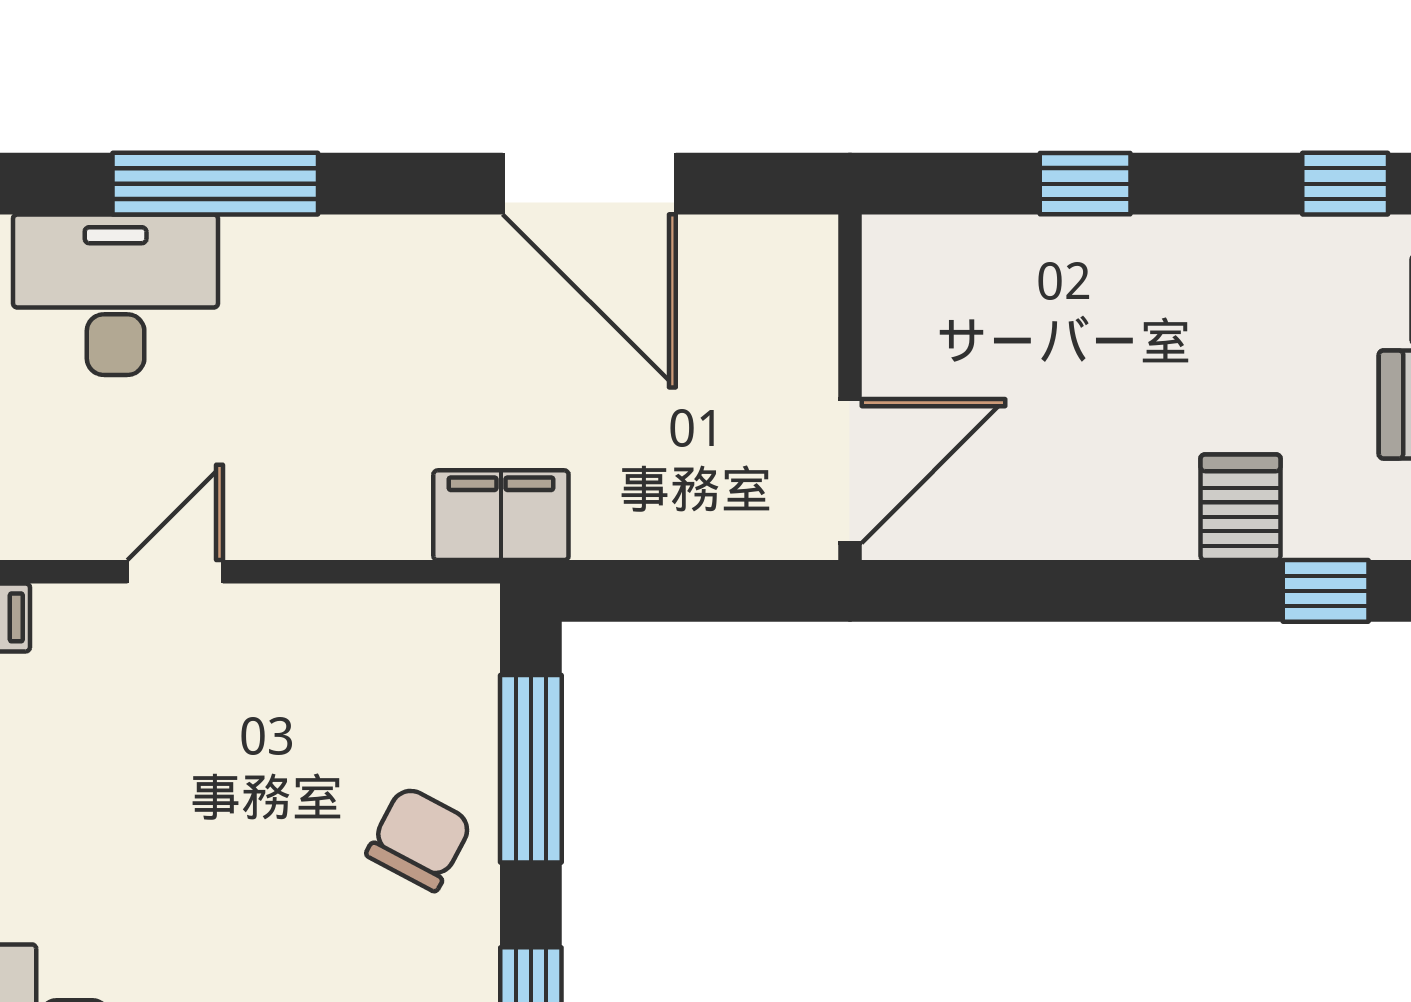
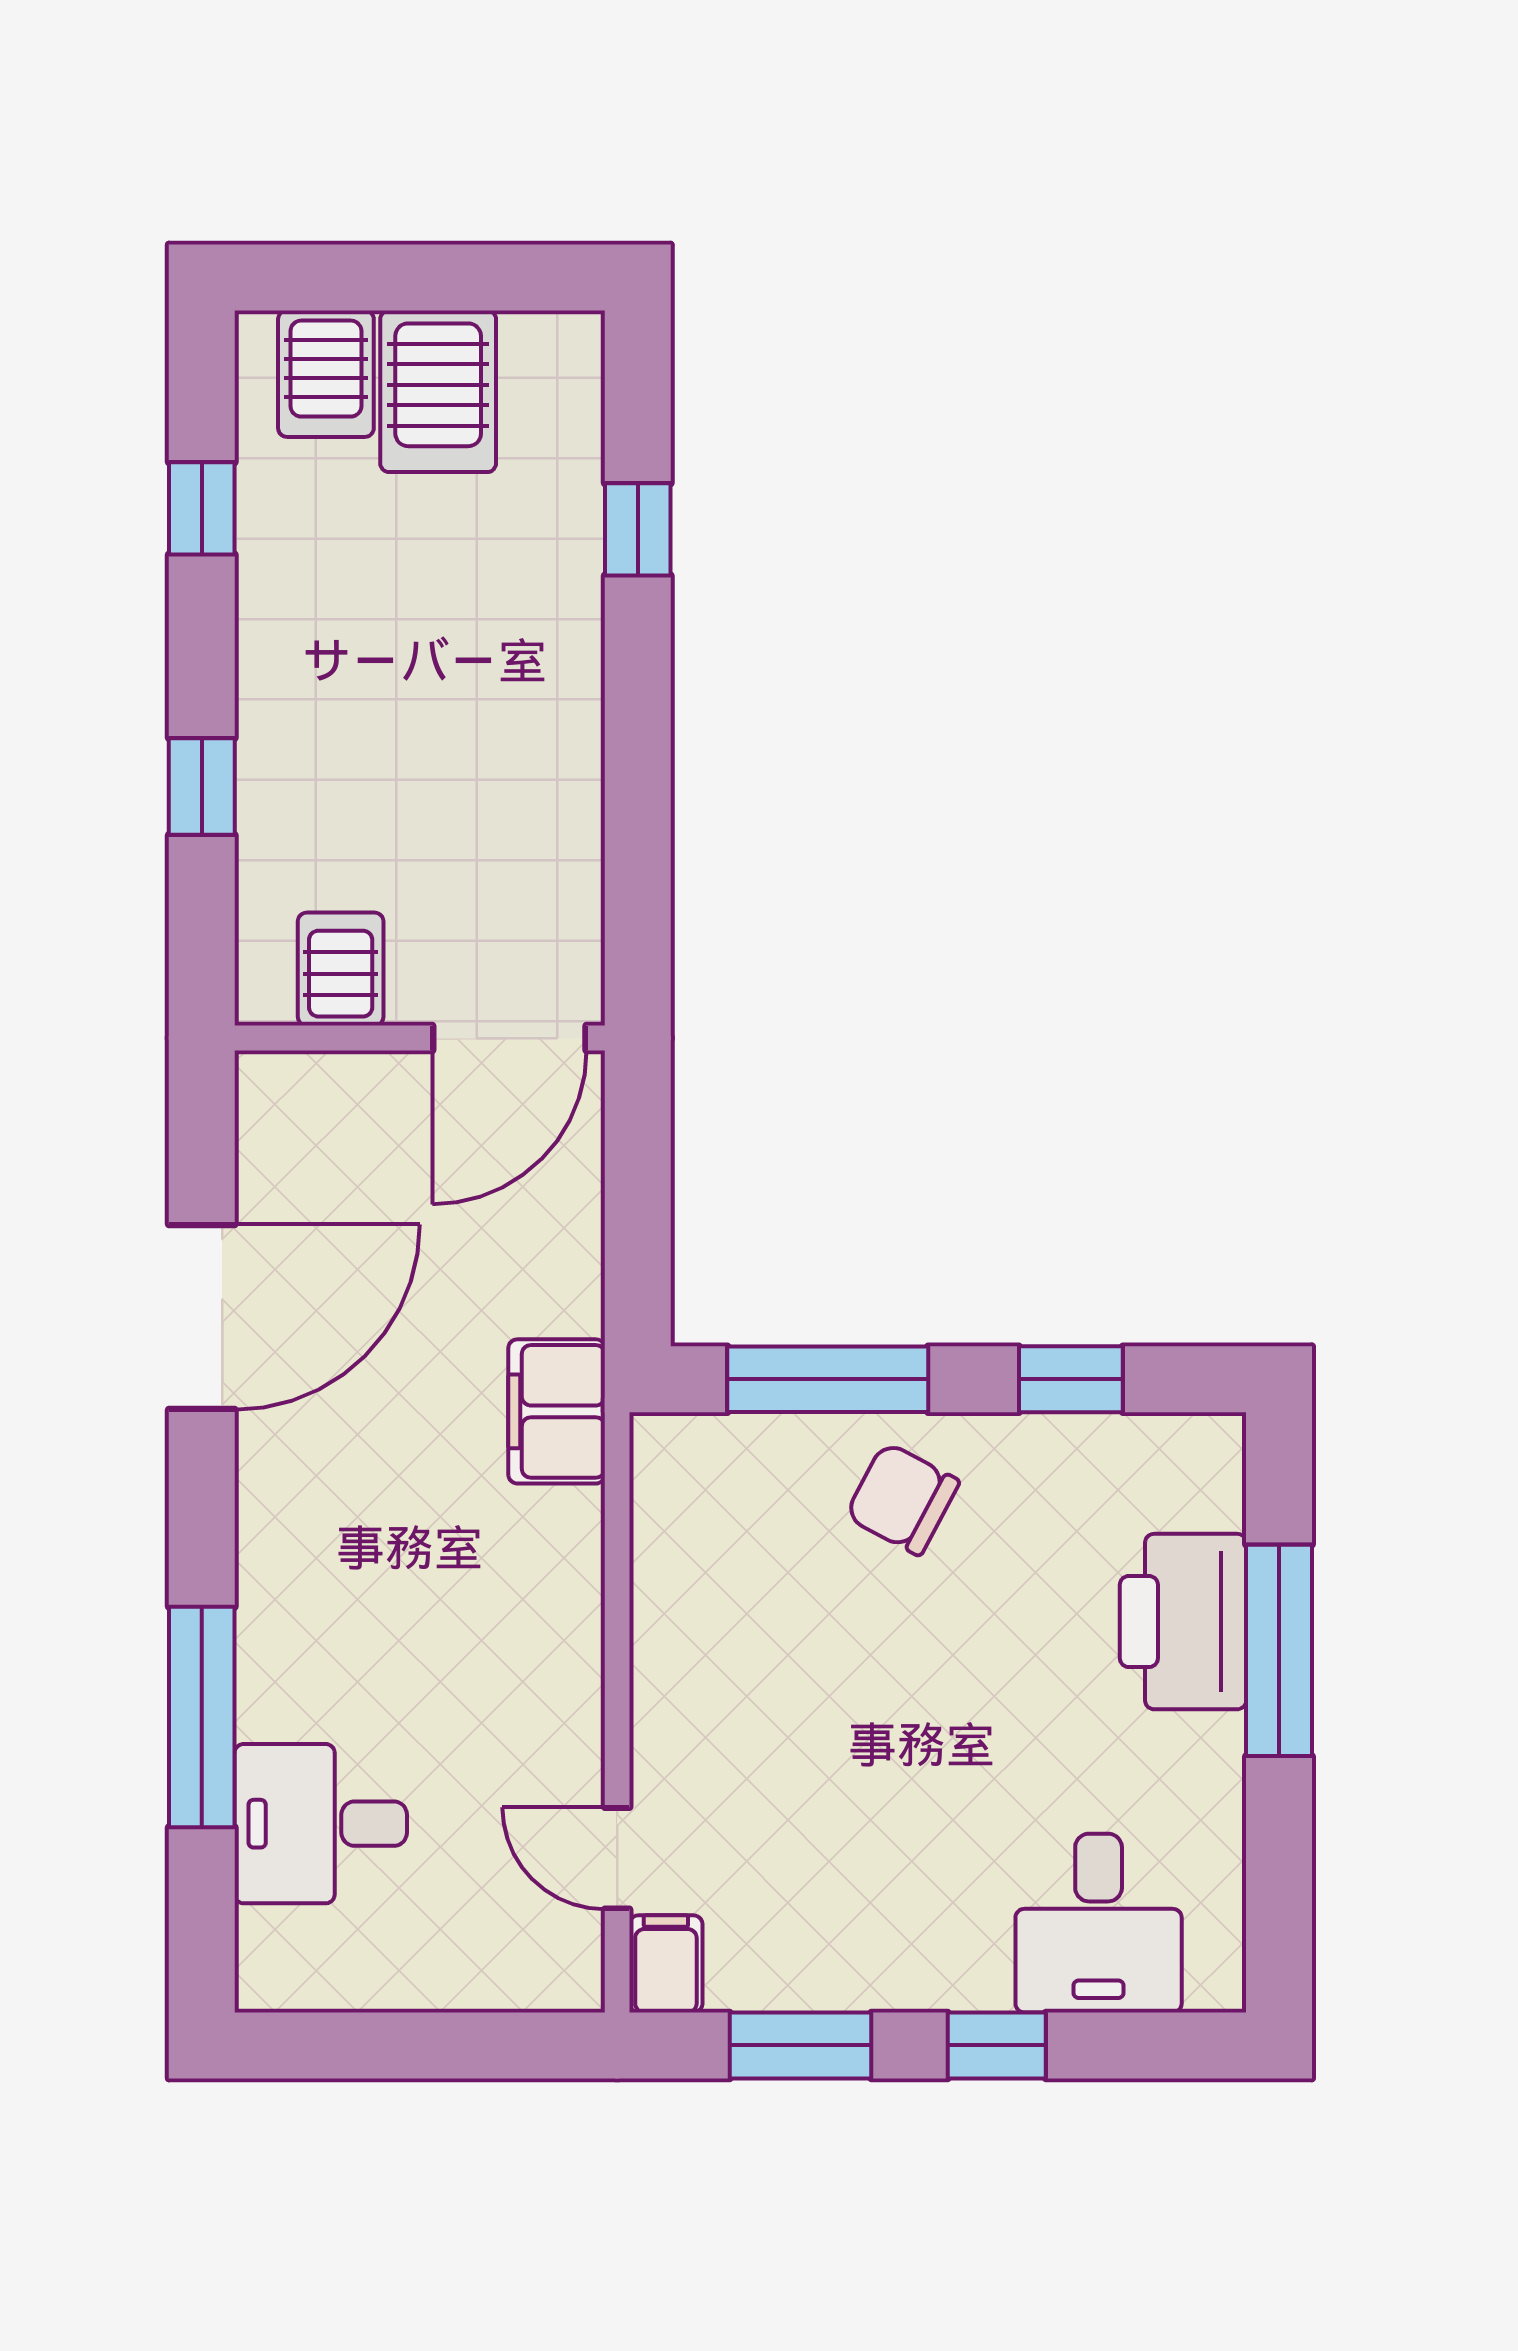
desk: (116, 295) -> (321, 1824), width x0.73
door: (850, 471) -> (509, 1038), swing flipped
server rack: (1241, 507) -> (341, 969), moved, turned 90
door: (175, 572) -> (617, 1858), moved

